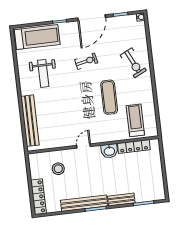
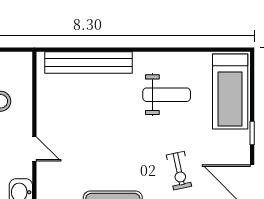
weight bench: (43, 73) -> (167, 95), turned 180

